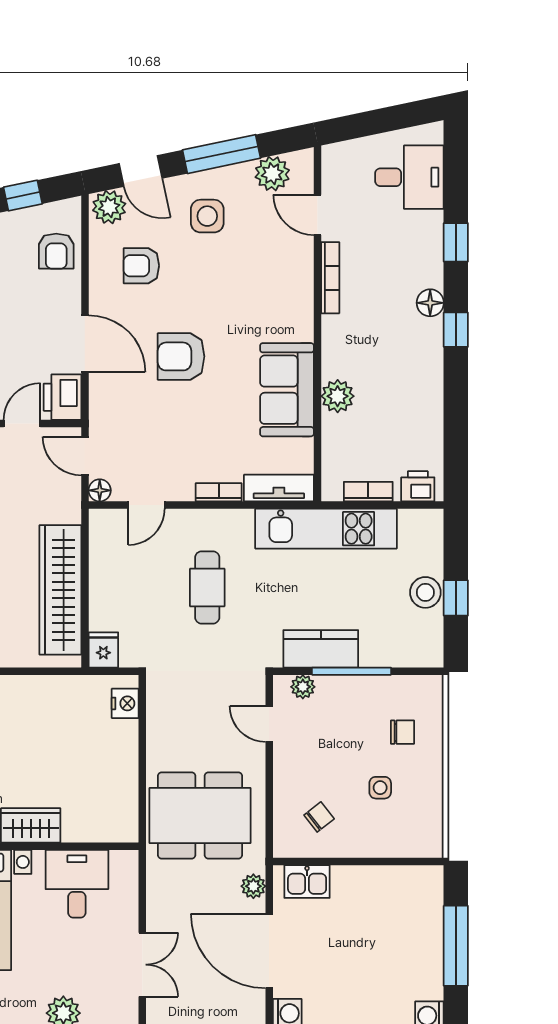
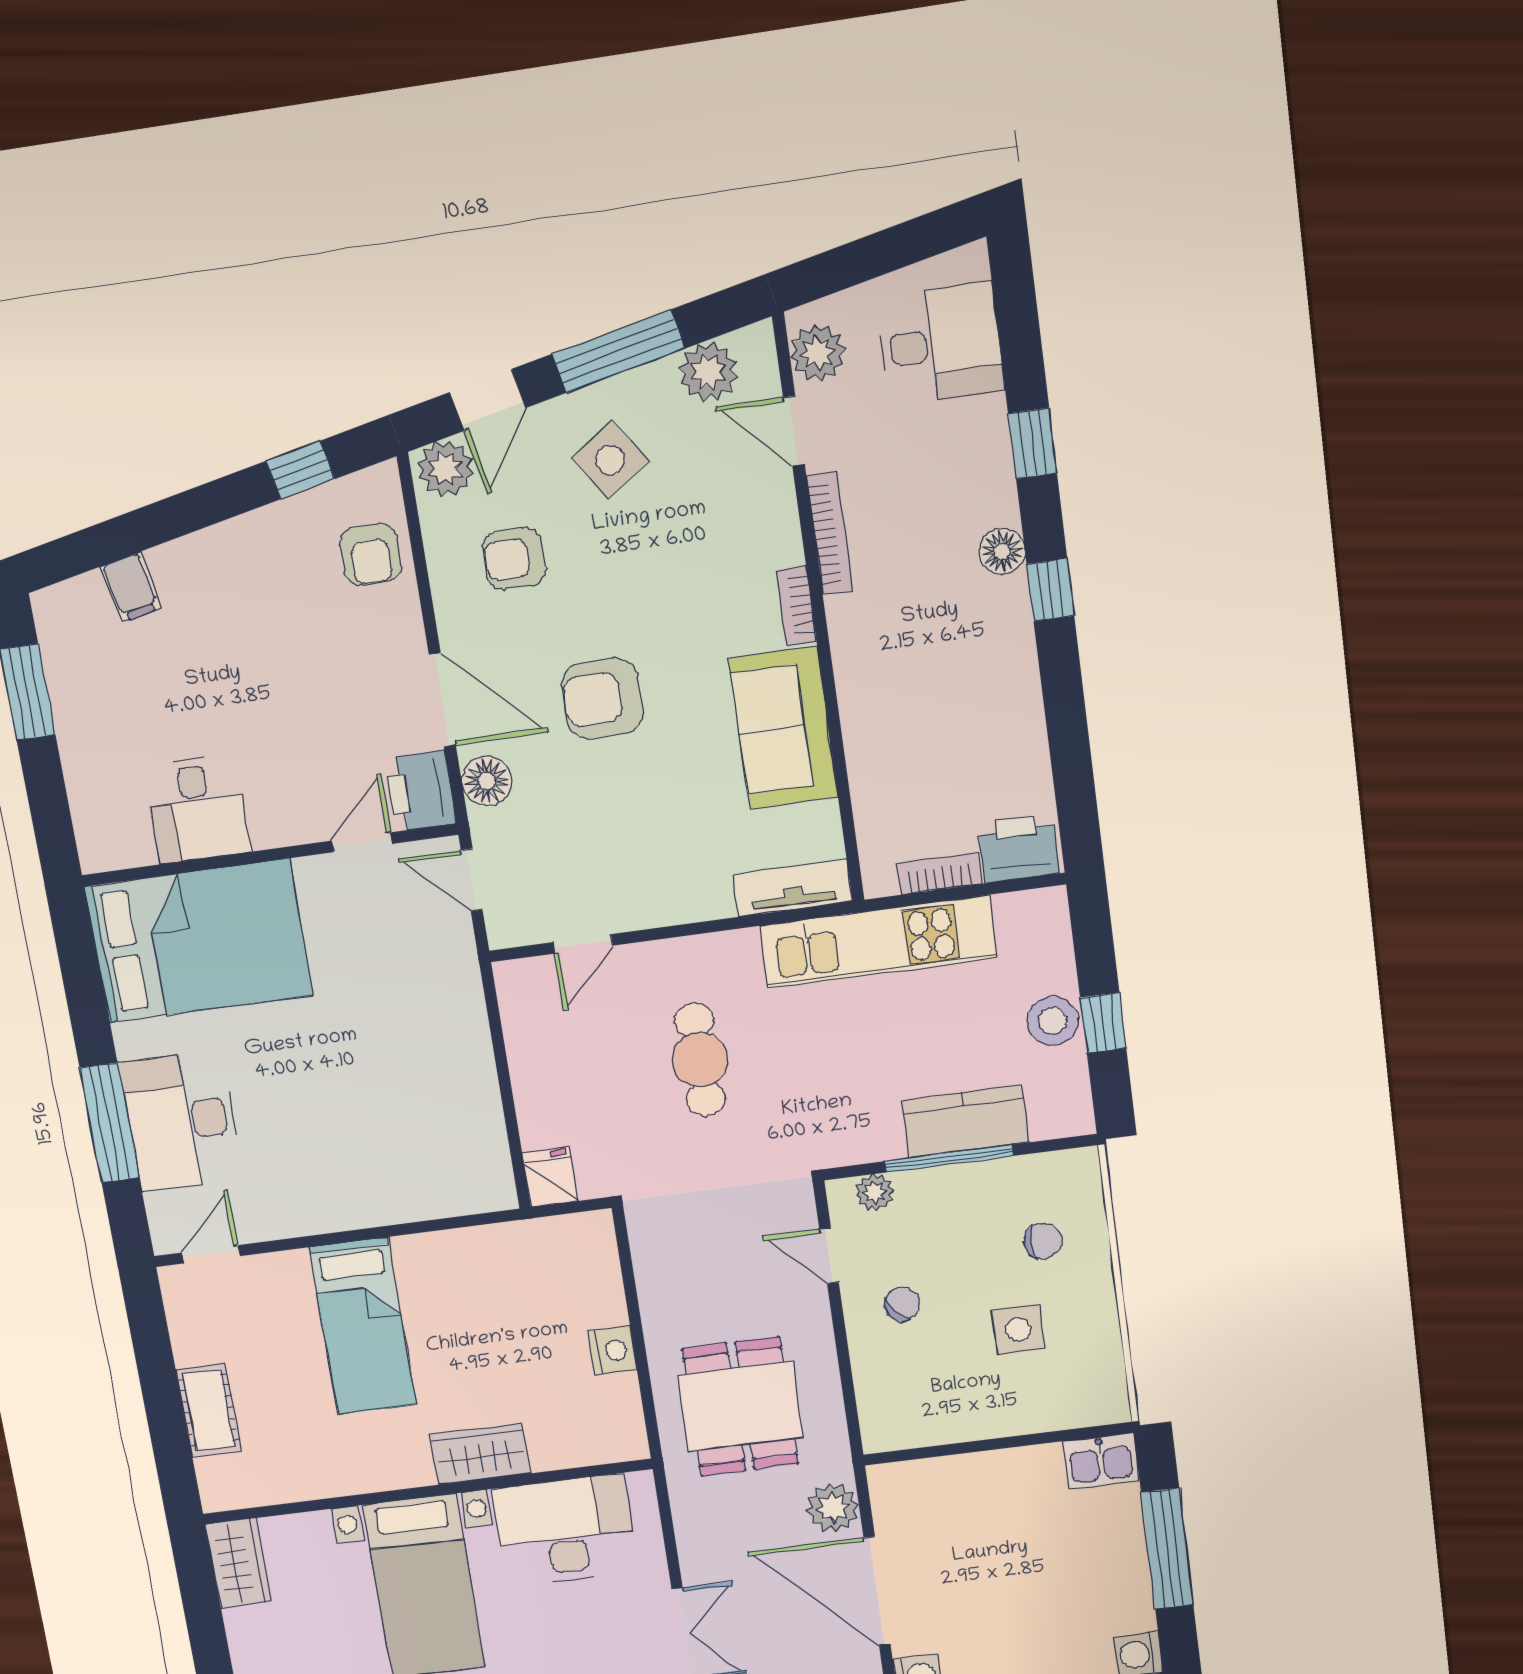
door: (141, 171) -> (488, 400), hinge flipped
side table: (207, 216) -> (610, 460), turned -34
plant: (338, 396) -> (818, 353), moved
printer: (418, 486) -> (1018, 848), width x1.36, depth x1.24
floor lamp: (100, 490) -> (487, 781), moved, width x1.37, depth x1.37
bookcase: (219, 492) -> (796, 606), moved, turned -90
wardrobe: (60, 590) -> (467, 1094), removed
kitchen counter: (321, 649) -> (965, 1121), moved
nightstand: (125, 703) -> (613, 1350), moved
side table: (380, 788) -> (1018, 1330), width x1.37, depth x1.37
dining table: (200, 815) -> (740, 1407), width x0.73
chair: (319, 817) -> (902, 1304), moved
kitchen sink: (307, 881) -> (1101, 1461), moved
desk: (77, 884) -> (565, 1530), width x1.37
plant: (253, 886) -> (833, 1508), width x1.38, depth x1.38

